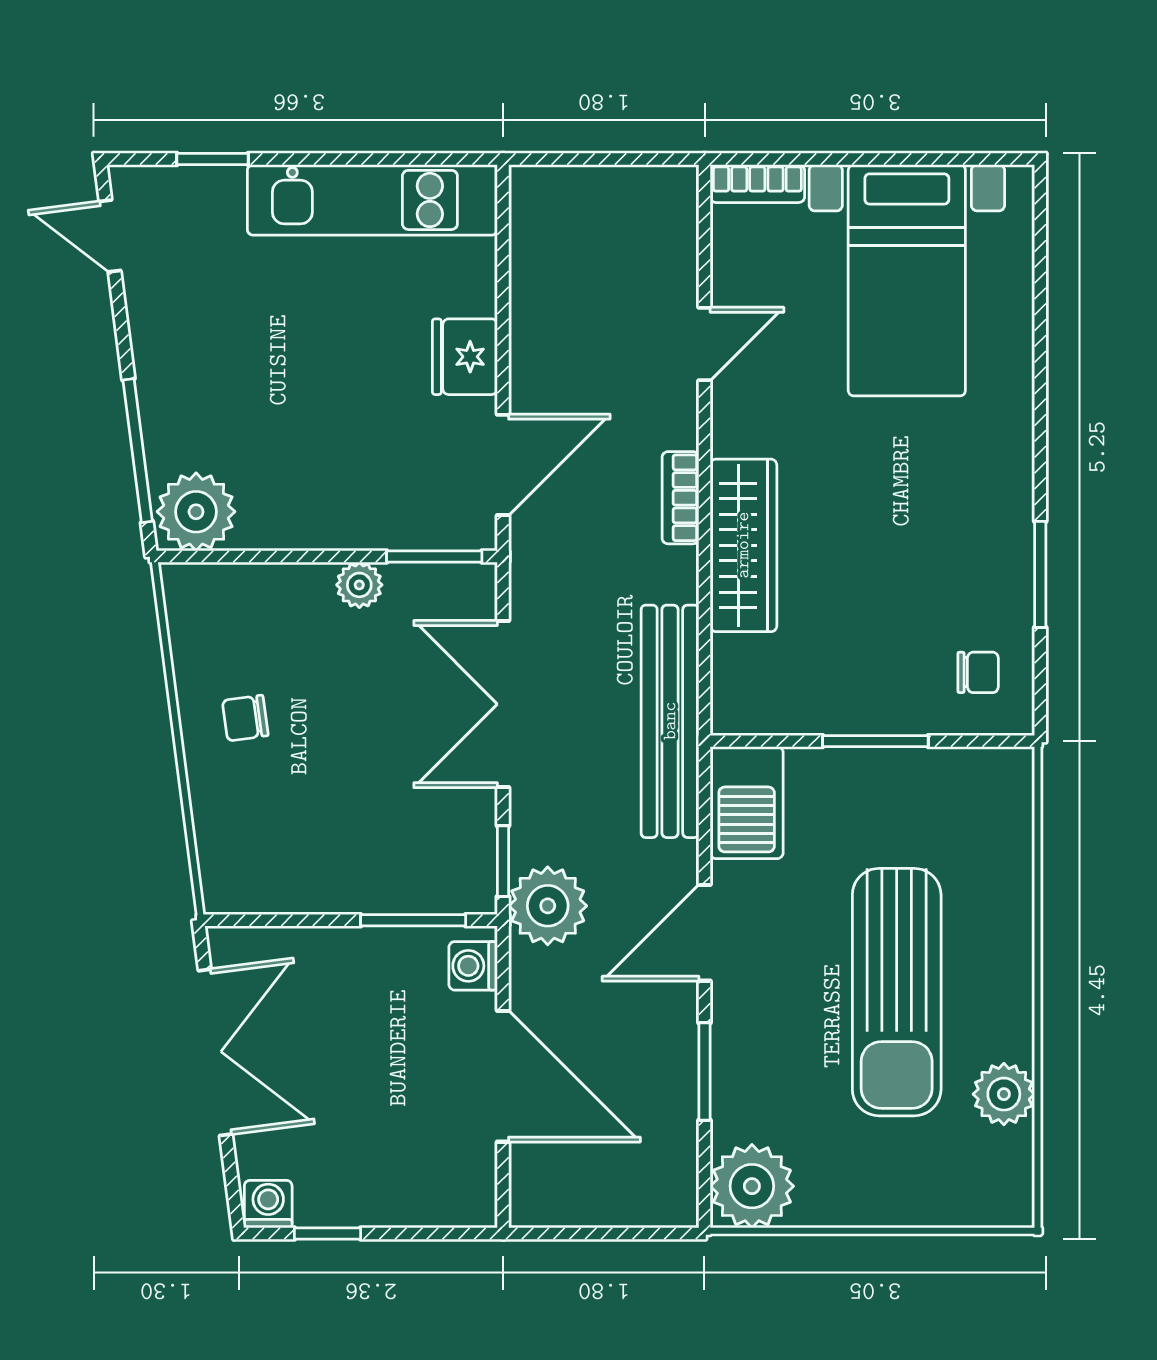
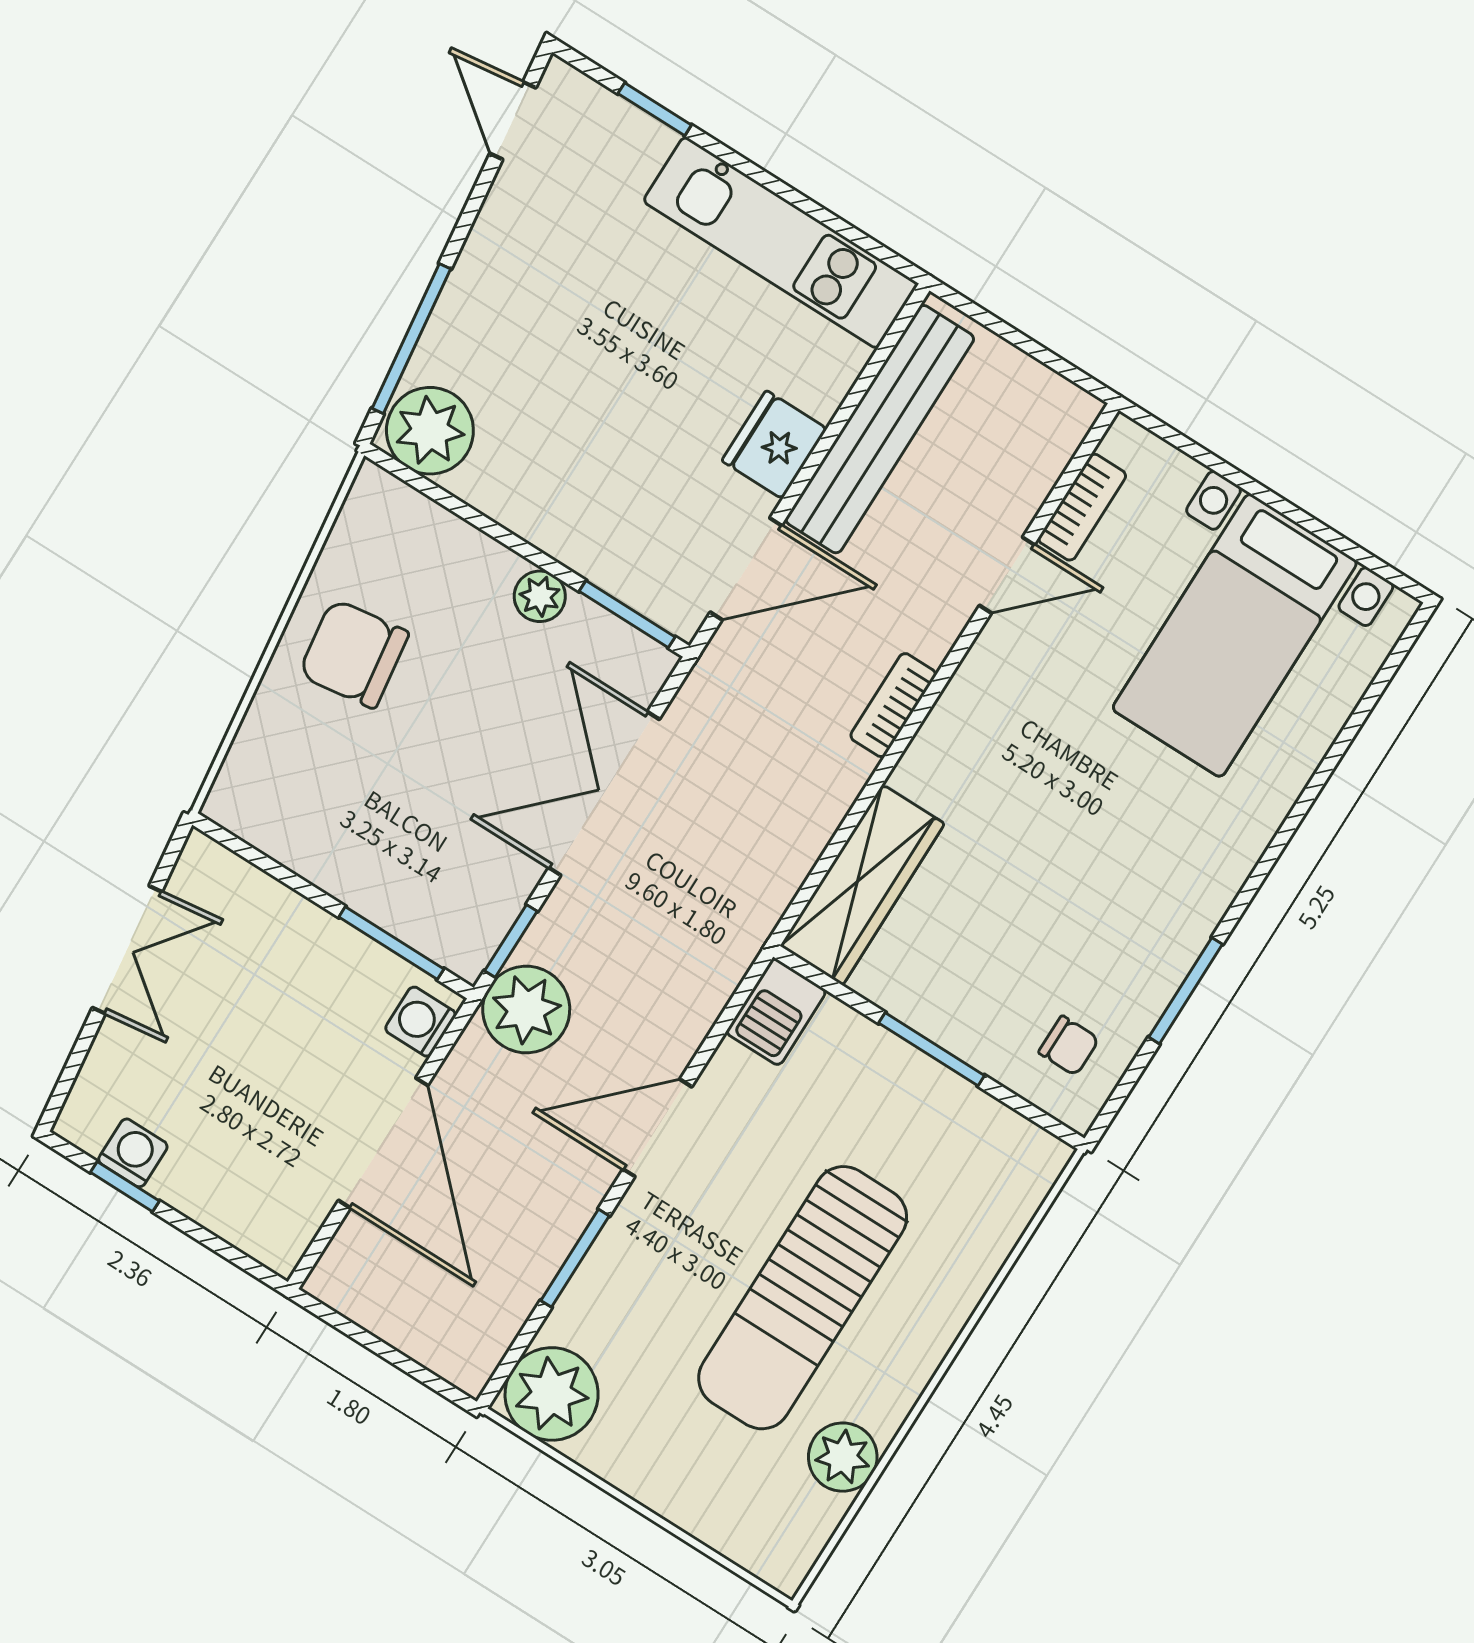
bookcase: (757, 184) -> (1082, 507), moved, turned -90
wardrobe: (743, 545) -> (862, 885), moved
chair: (245, 718) -> (354, 654), width x1.87, depth x1.87
bench: (670, 721) -> (880, 429), moved
barbecue: (747, 803) -> (776, 1012), width x0.73, depth x0.79
double door: (215, 1052) -> (127, 950), width x0.73
washing machine: (268, 1204) -> (133, 1153), moved

